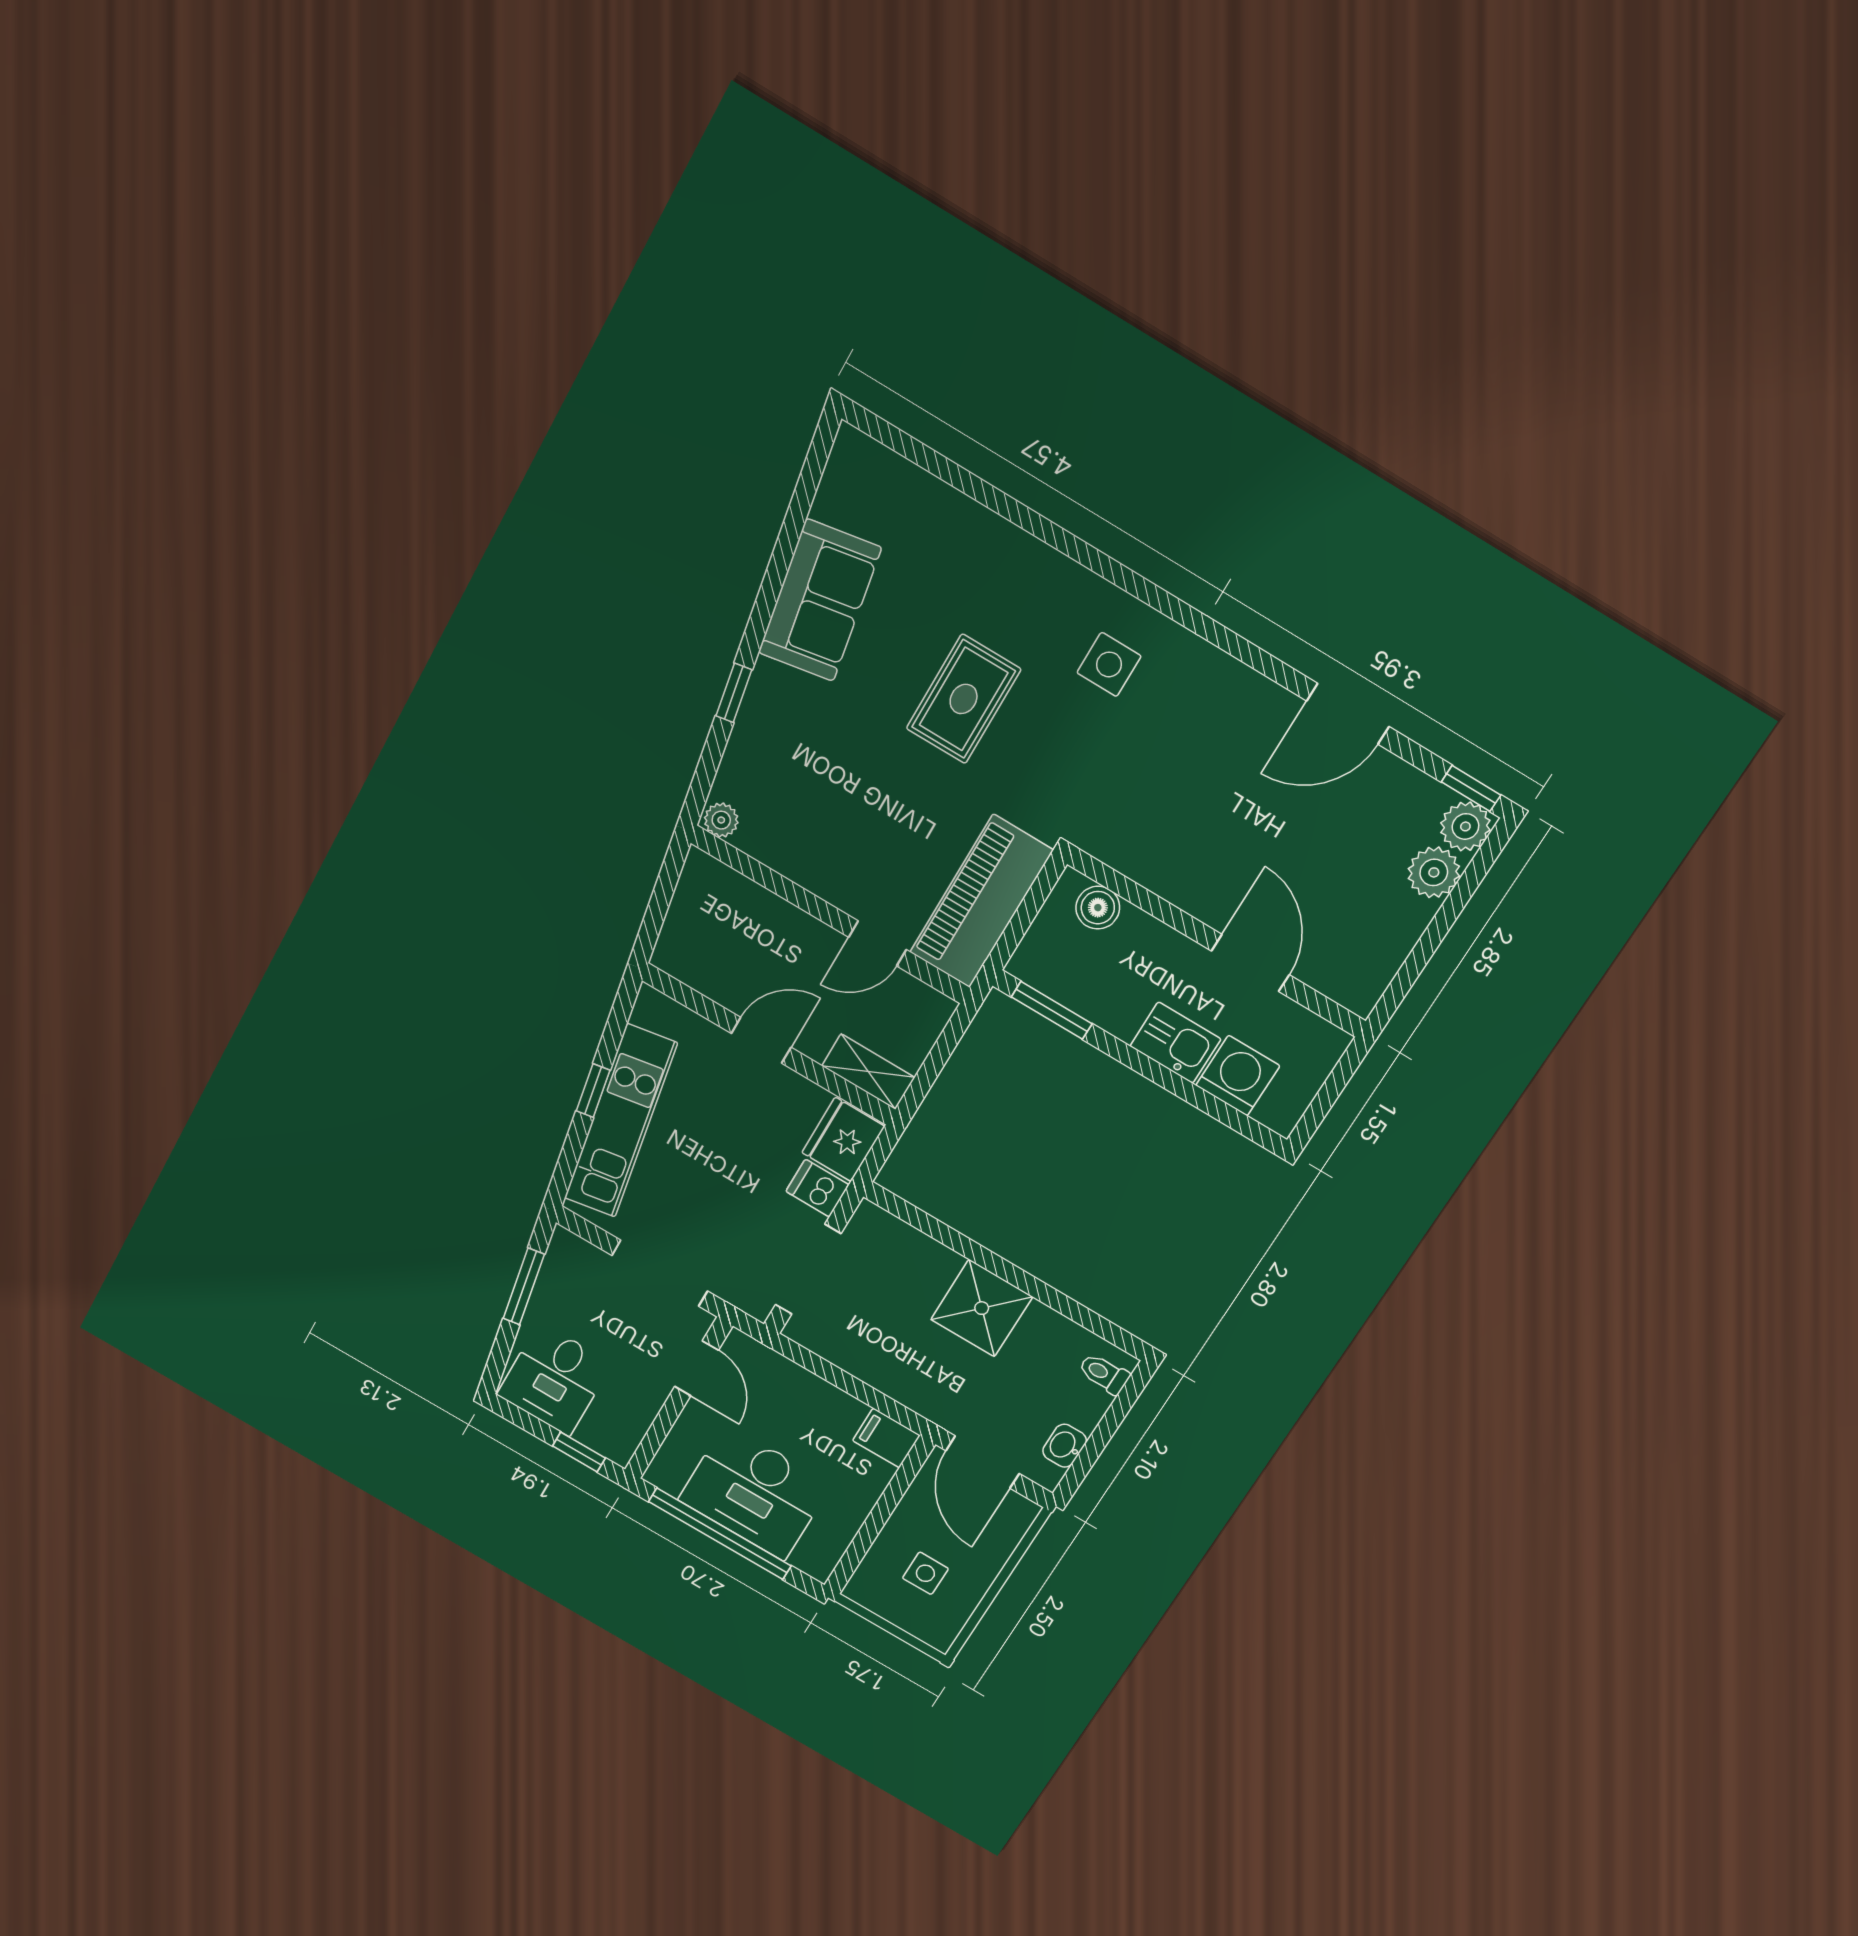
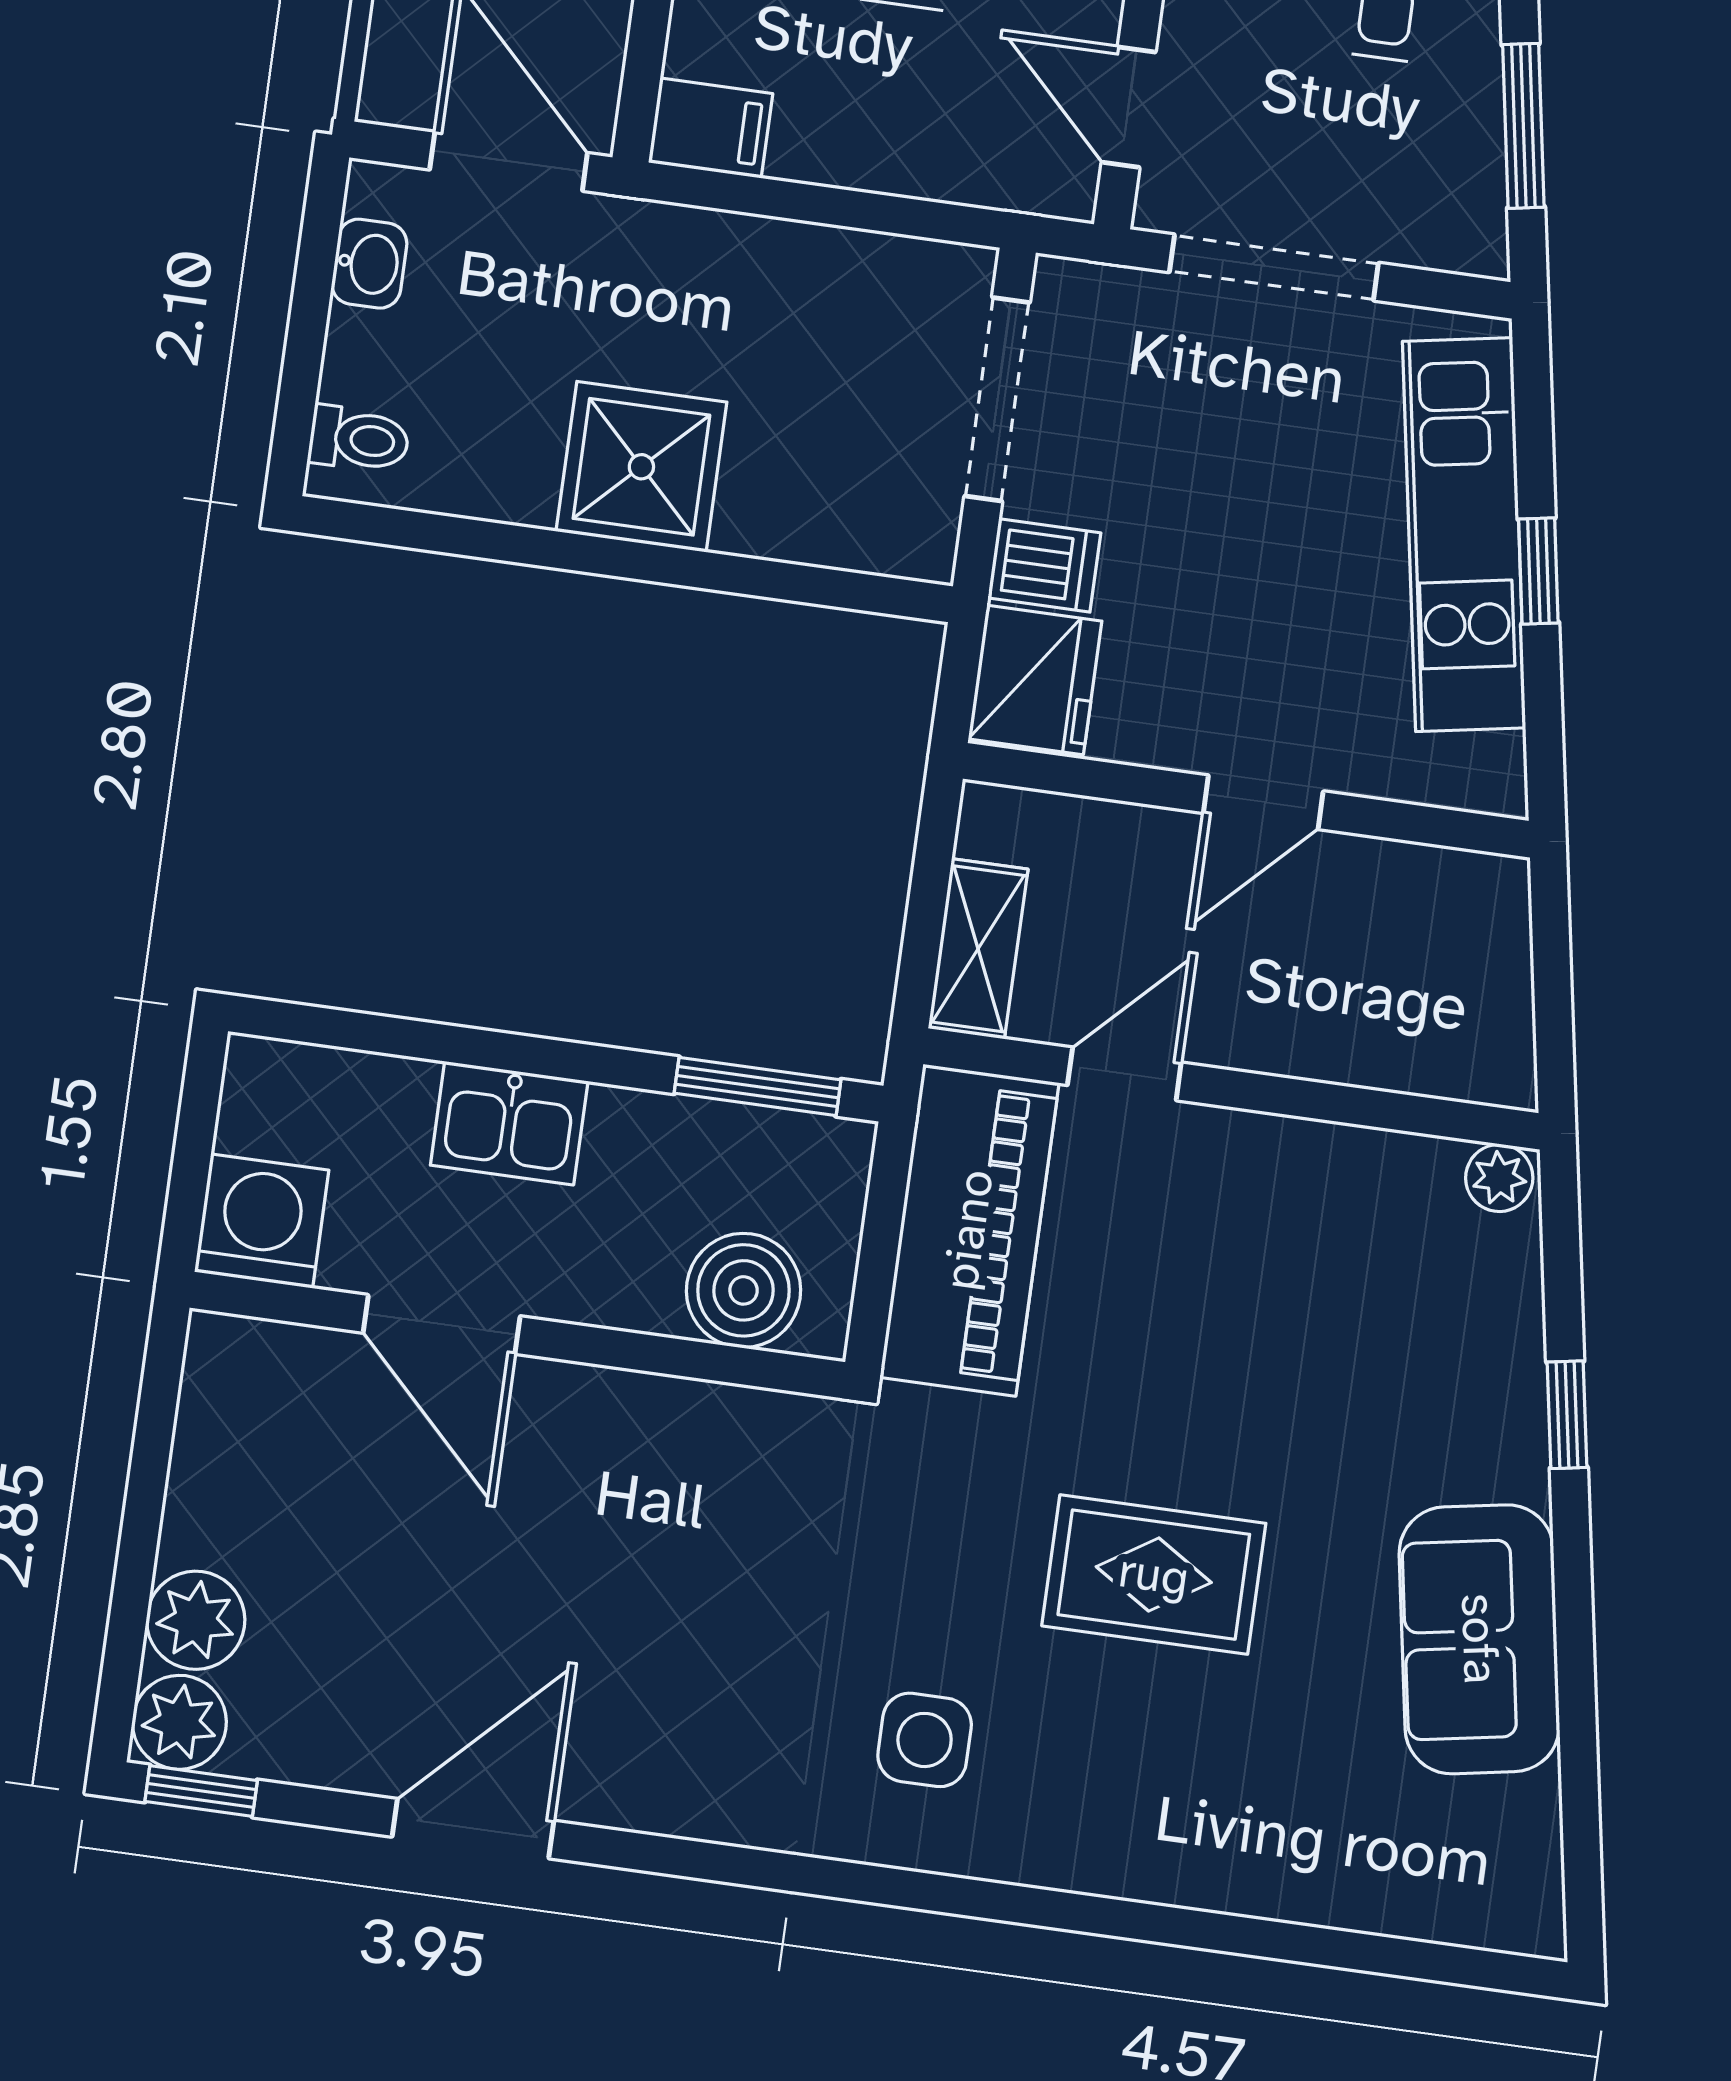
rug: (964, 699) -> (1154, 1575), turned 90
boiler: (1098, 908) -> (744, 1290), width x1.36, depth x1.36
shelving: (868, 1072) -> (978, 949), moved, turned 90
washing machine: (1238, 1076) -> (262, 1221), moved, turned 180

